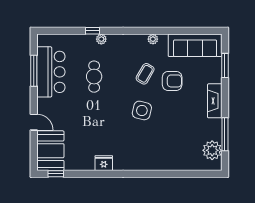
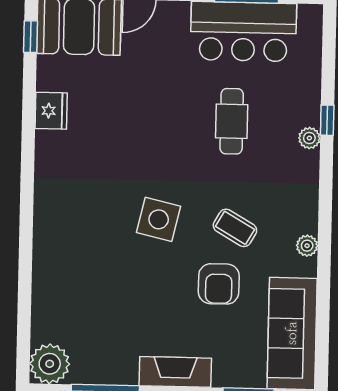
cafe table: (94, 77) -> (232, 121), turned 90
plant: (212, 150) -> (50, 364), moved
fridge: (104, 163) -> (51, 111), moved

